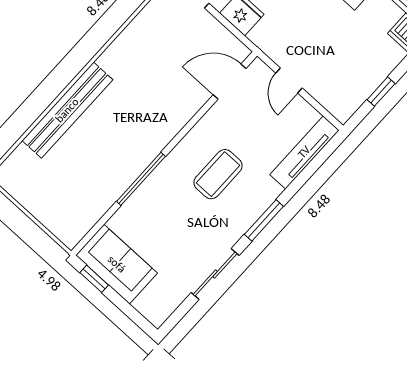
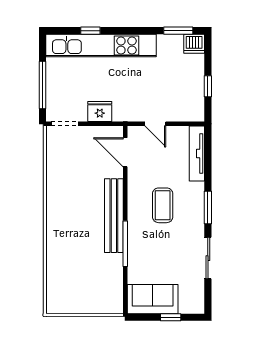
door: (230, 82) -> (125, 152), hinge flipped
bench: (67, 110) -> (114, 216), moved
window: (94, 279) -> (171, 317), moved

